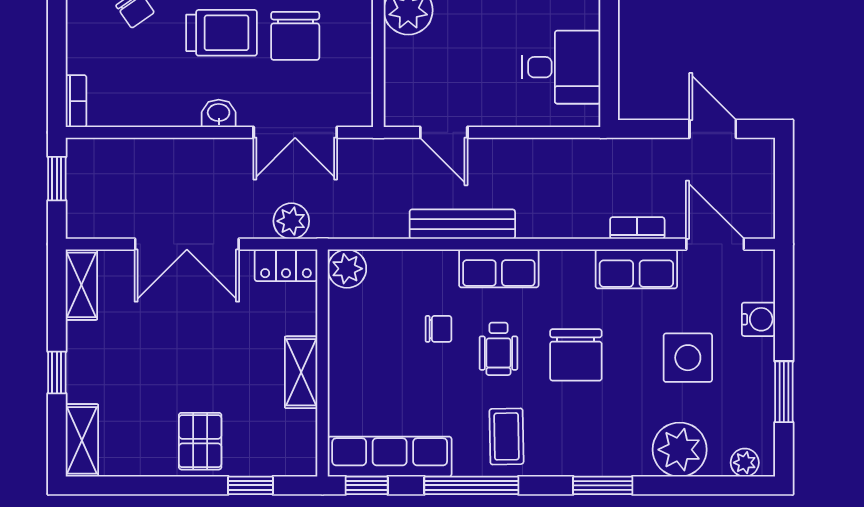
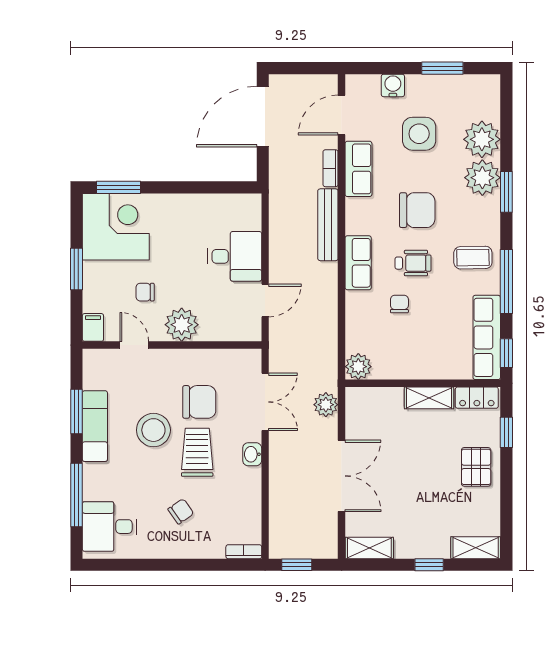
desk: (561, 67) -> (235, 256), moved, turned 90
door: (713, 129) -> (263, 117), width x1.88
bench: (462, 224) -> (328, 225), moved
locker: (286, 265) -> (477, 398), moved, turned 90
pallet: (200, 441) -> (476, 467), turned 90
plant: (745, 463) -> (482, 178), moved, width x1.87, depth x1.87

